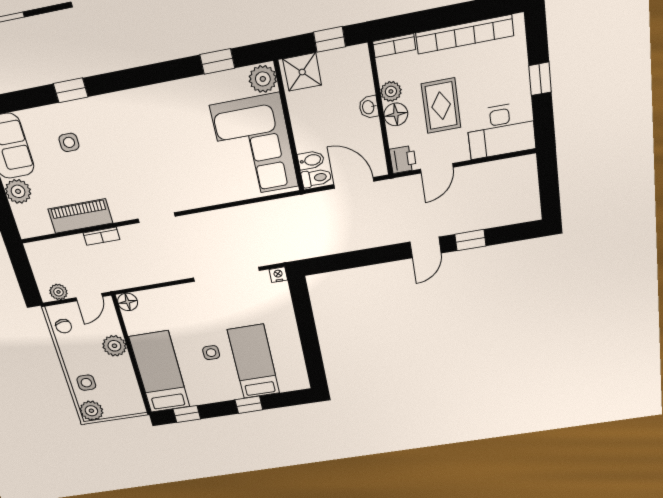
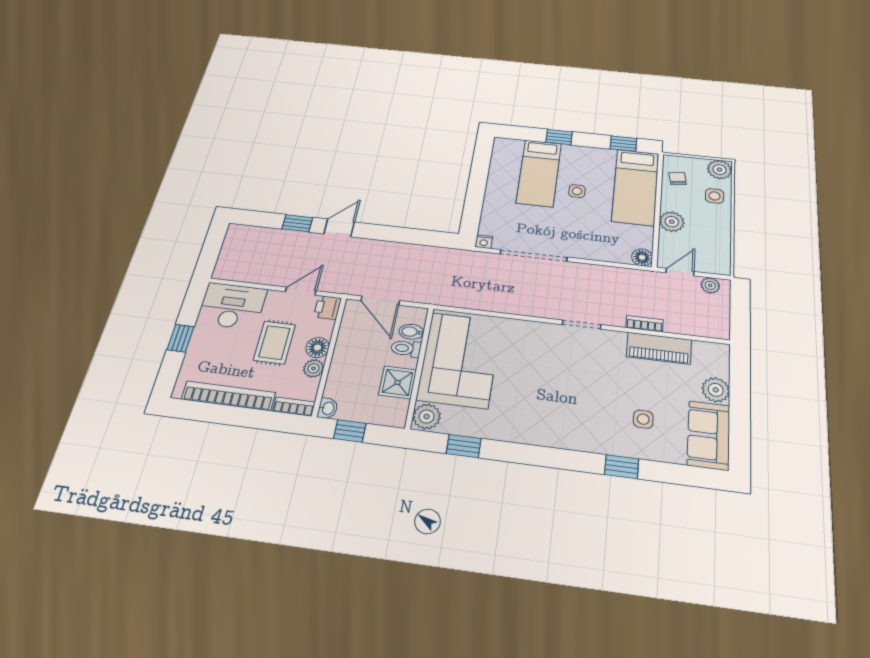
shower: (302, 72) -> (398, 382), moved
washbasin: (369, 107) -> (328, 408), moved
toilet: (316, 178) -> (406, 348), moved
chair: (64, 326) -> (678, 179), moved

